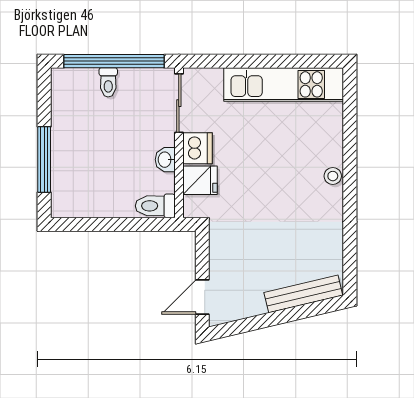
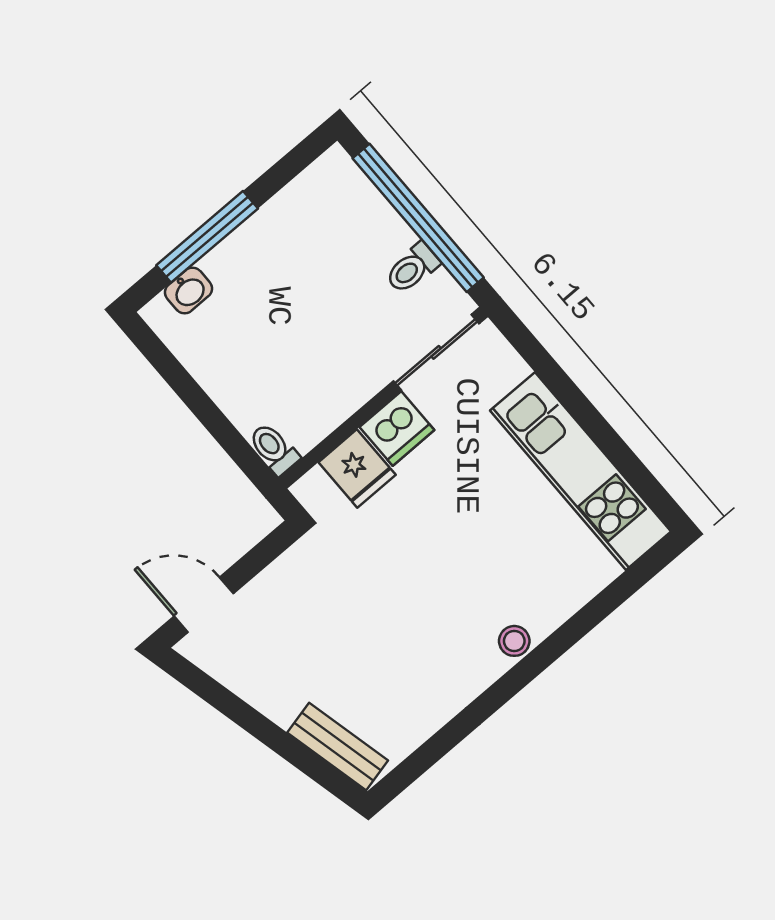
toilet: (108, 82) -> (412, 268), moved
washbasin: (165, 160) -> (189, 290), moved, turned 180
toilet: (155, 206) -> (274, 449), width x0.73, depth x0.72
bench: (303, 294) -> (338, 747), width x0.73

